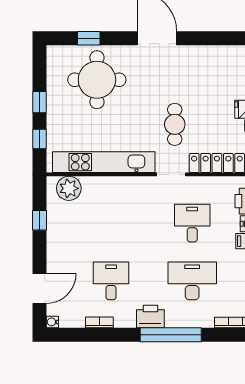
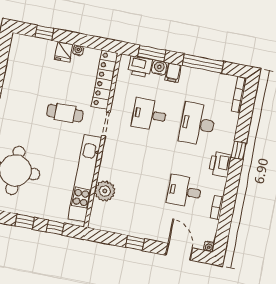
plant: (69, 188) -> (105, 191), moved
window: (40, 220) -> (135, 243), moved
window: (171, 335) -> (239, 150), width x0.32

